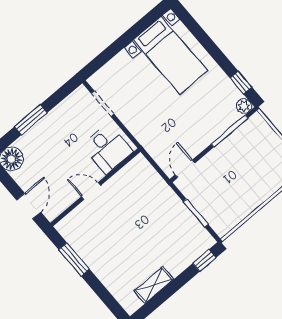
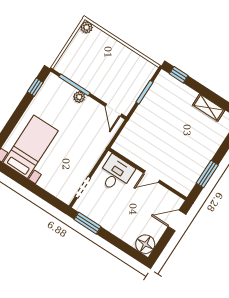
plant: (244, 106) -> (79, 97), moved
window: (31, 120) -> (88, 223), moved
door: (185, 169) -> (113, 110), hinge flipped
door: (91, 191) -> (152, 177), hinge flipped

